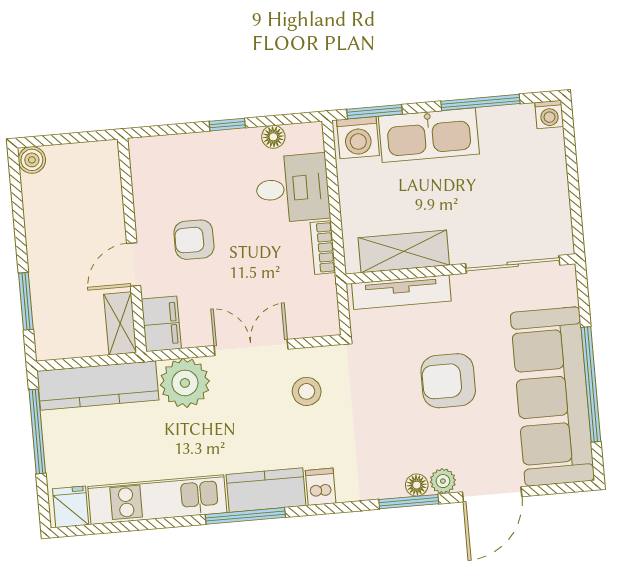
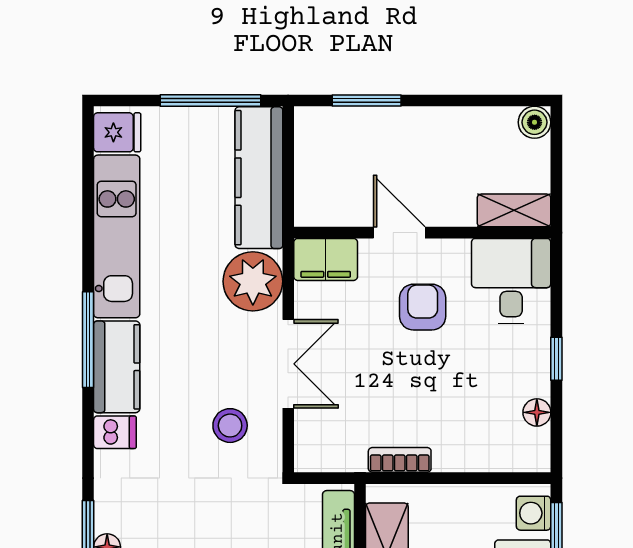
washing machine: (358, 138) -> (534, 513), width x0.73, depth x0.73
desk: (292, 188) -> (511, 281), moved, turned 180
shelving: (120, 323) -> (514, 210), moved

